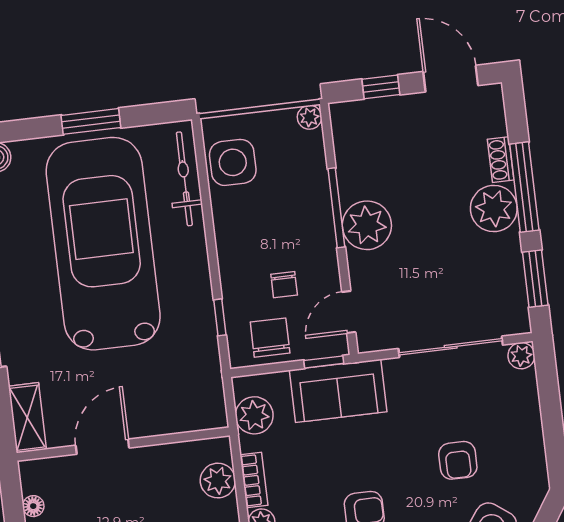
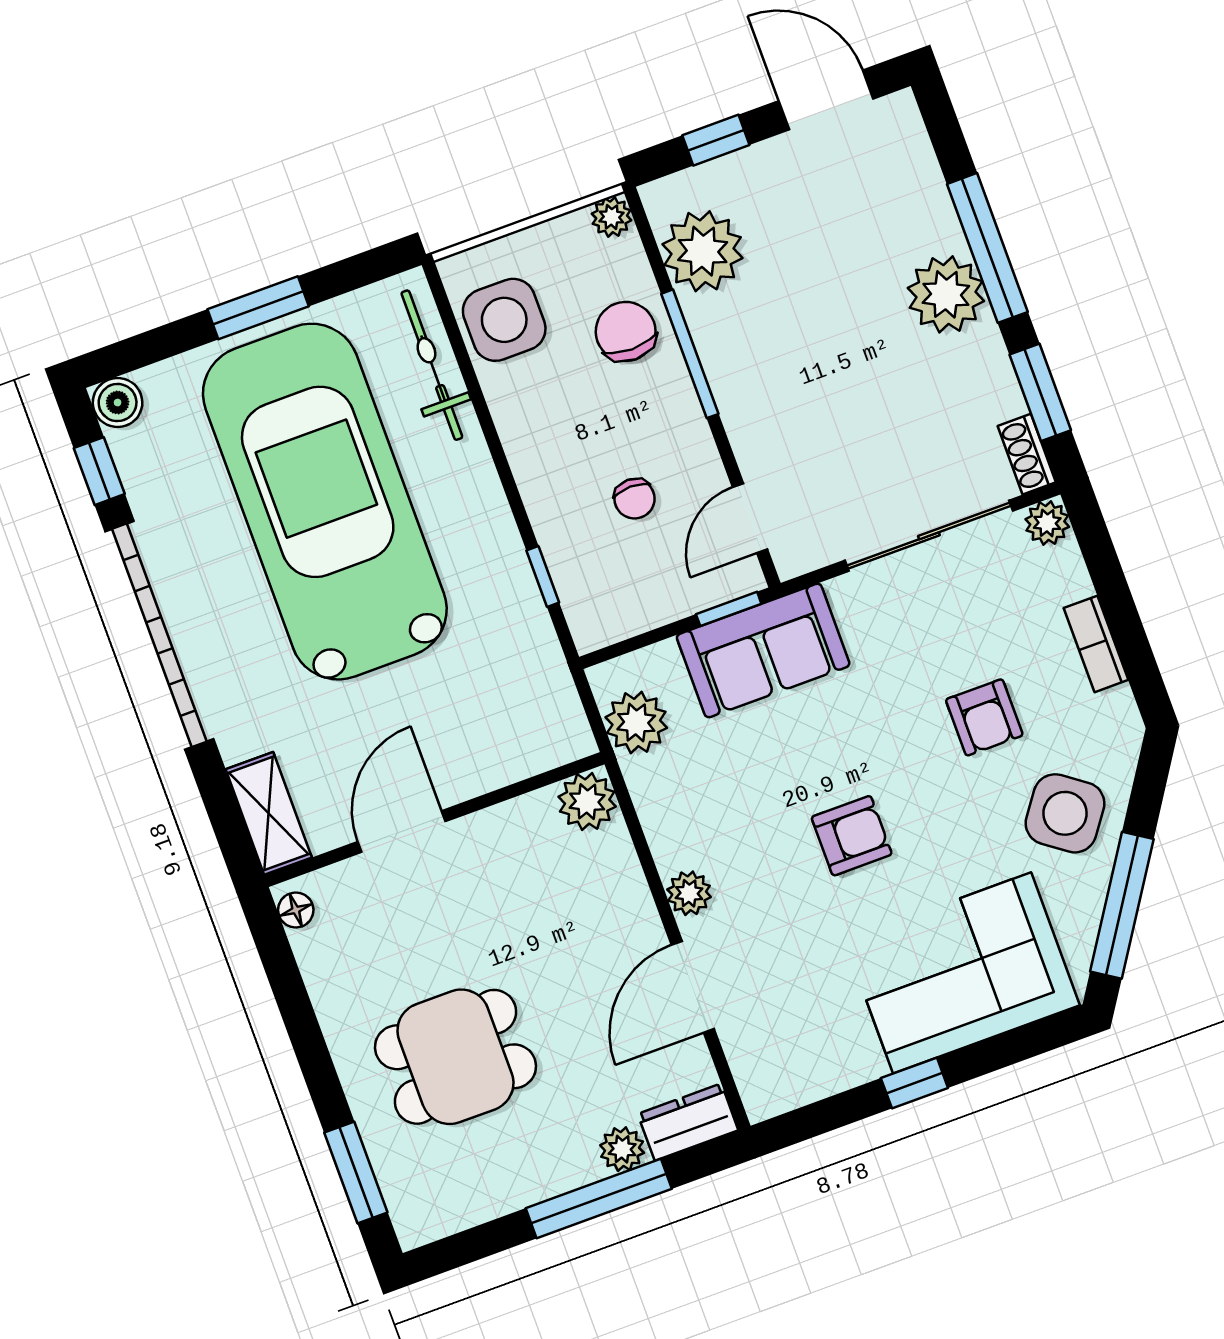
shoe rack: (501, 160) -> (1027, 454), moved
plant: (367, 225) -> (703, 251), moved
chair: (270, 338) -> (626, 331), moved
bookcase: (254, 480) -> (1096, 644), moved, turned 180
plant: (218, 481) -> (587, 802), moved
floor lamp: (33, 506) -> (296, 910), moved

